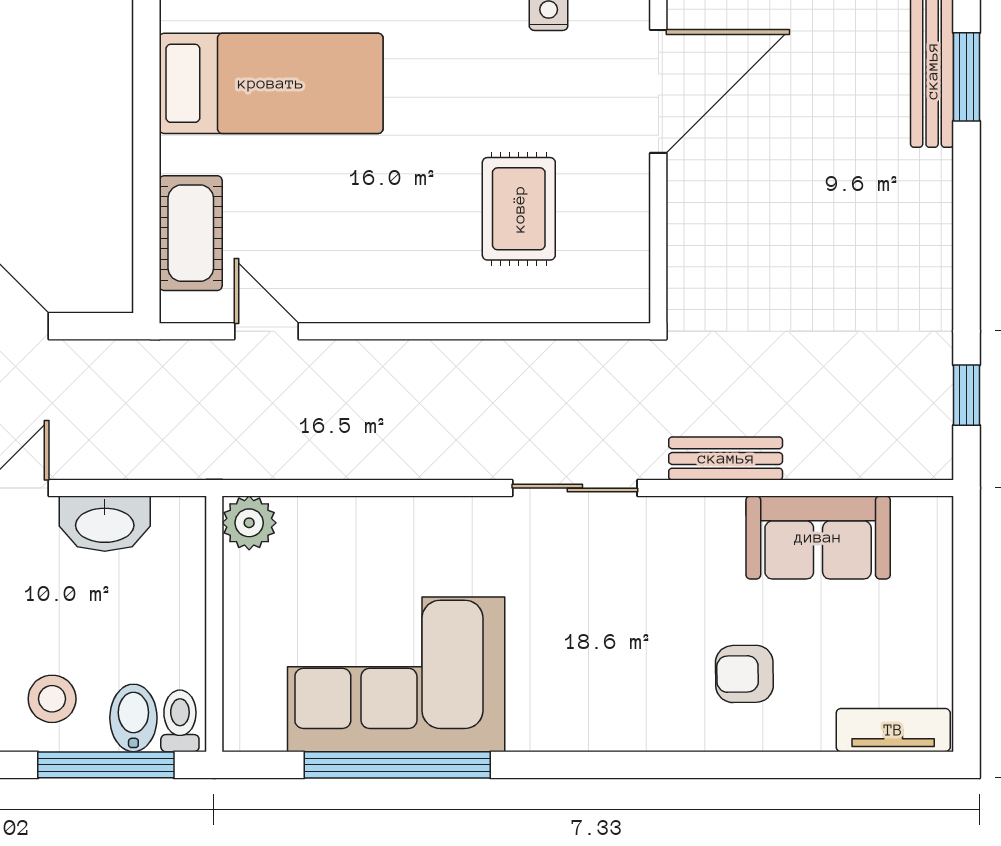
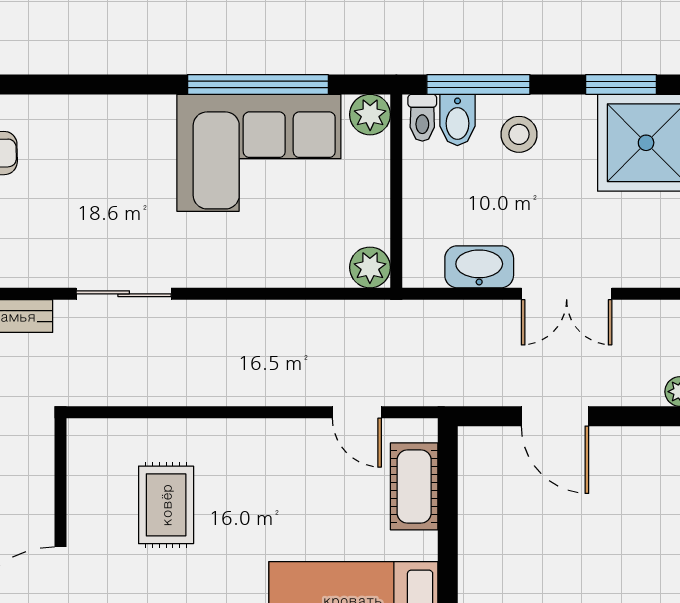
plant: (249, 725) -> (370, 115), added

